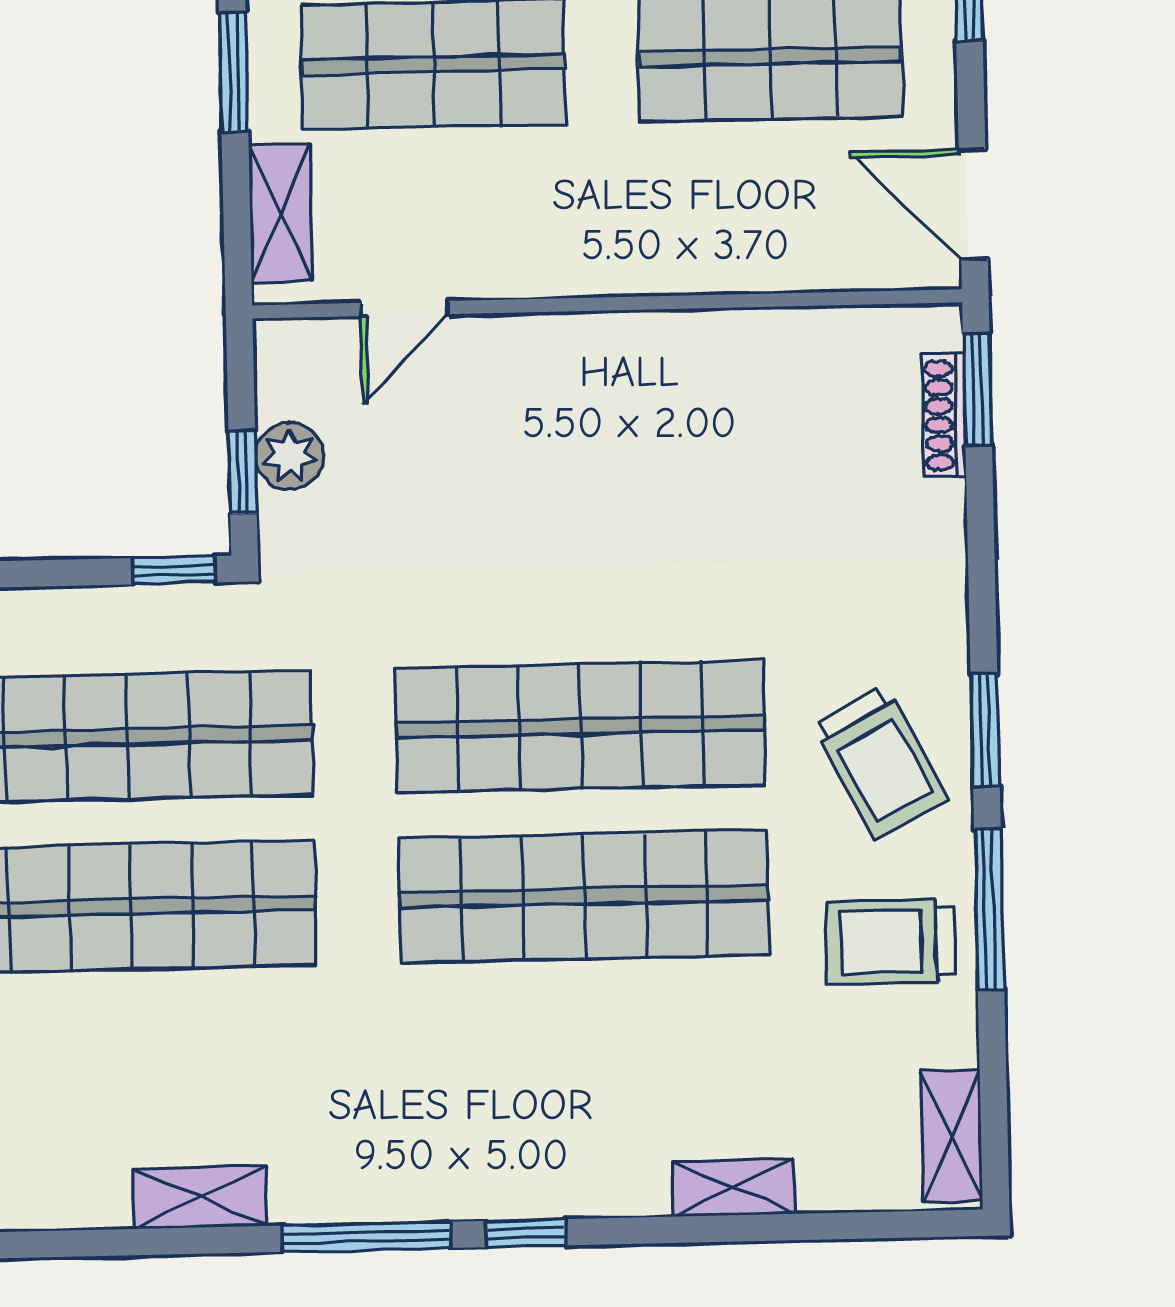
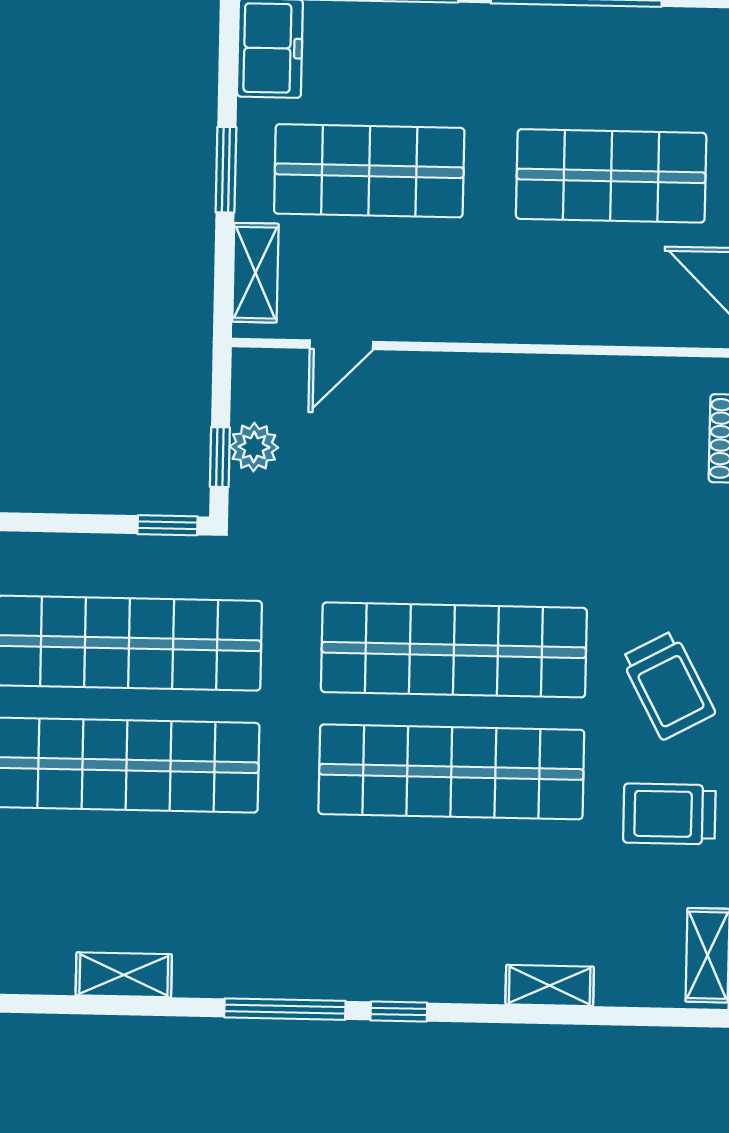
shelving: (200, 1197) -> (124, 975), moved

